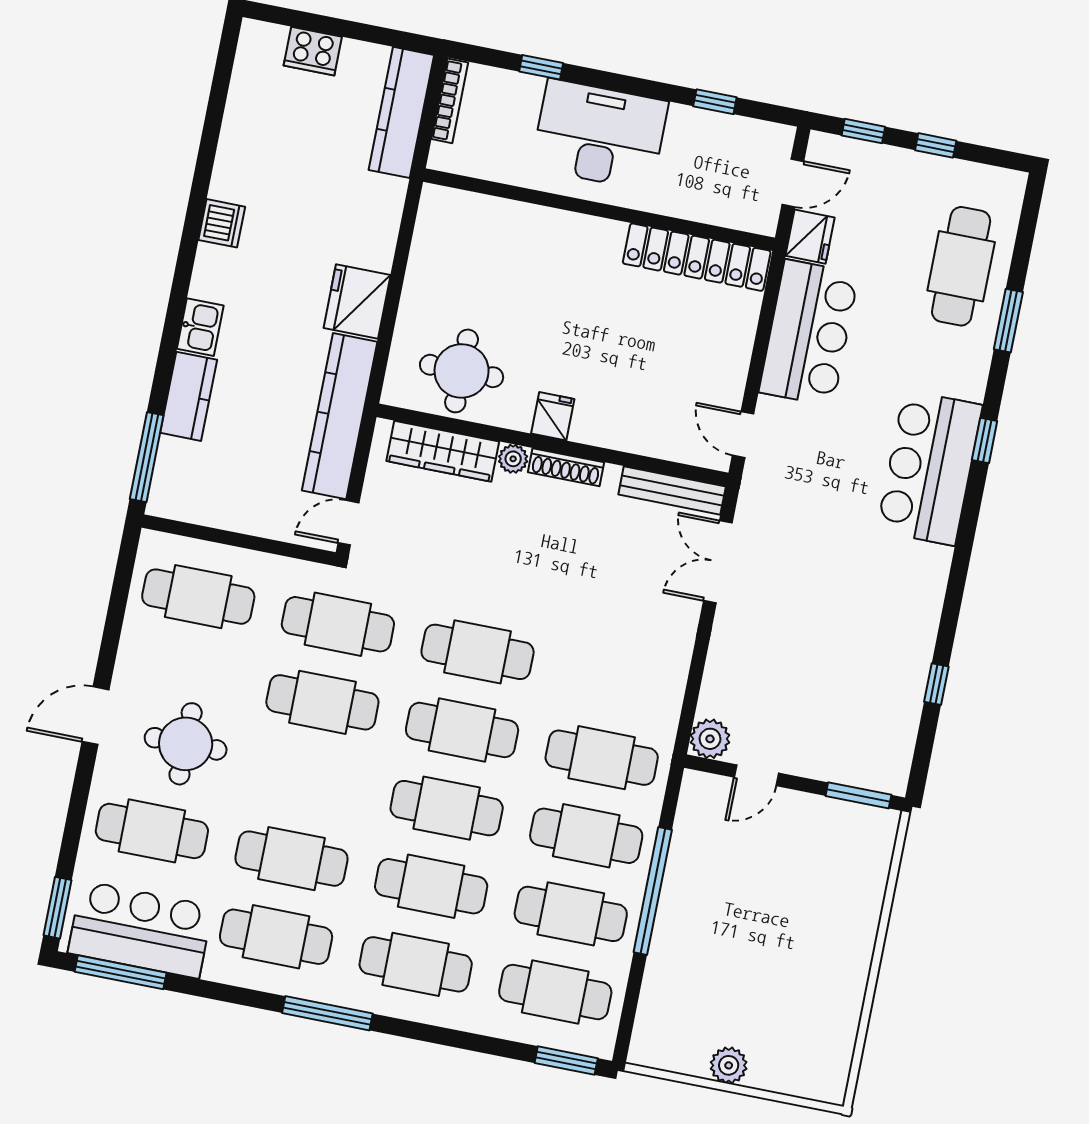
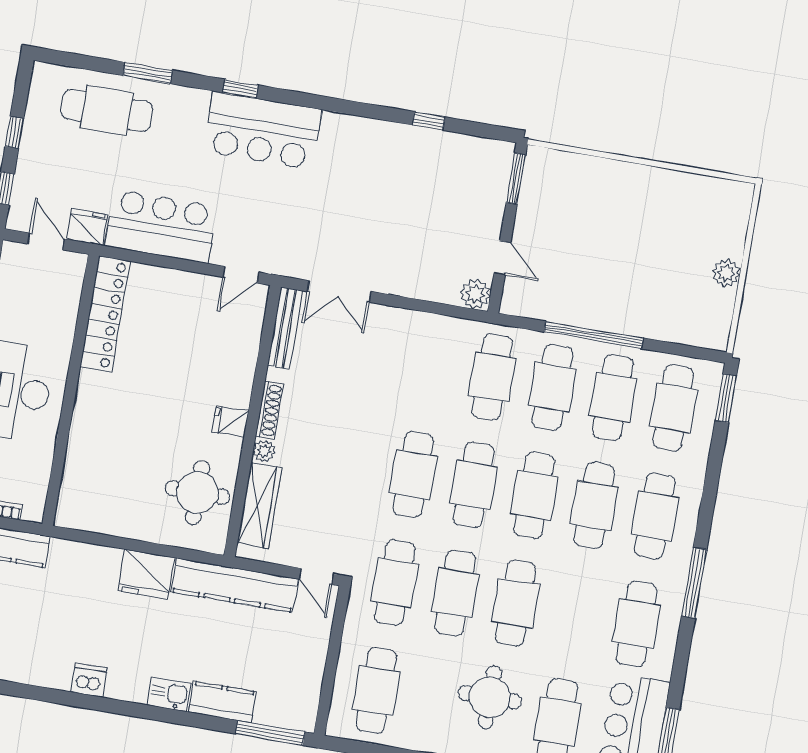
cafe table: (291, 859) -> (516, 603), moved

